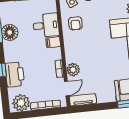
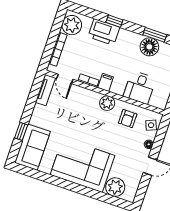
armchair: (75, 23) -> (128, 119), turned -90
filing cabinet: (53, 42) -> (106, 82), moved
plant: (73, 70) -> (107, 103), moved

